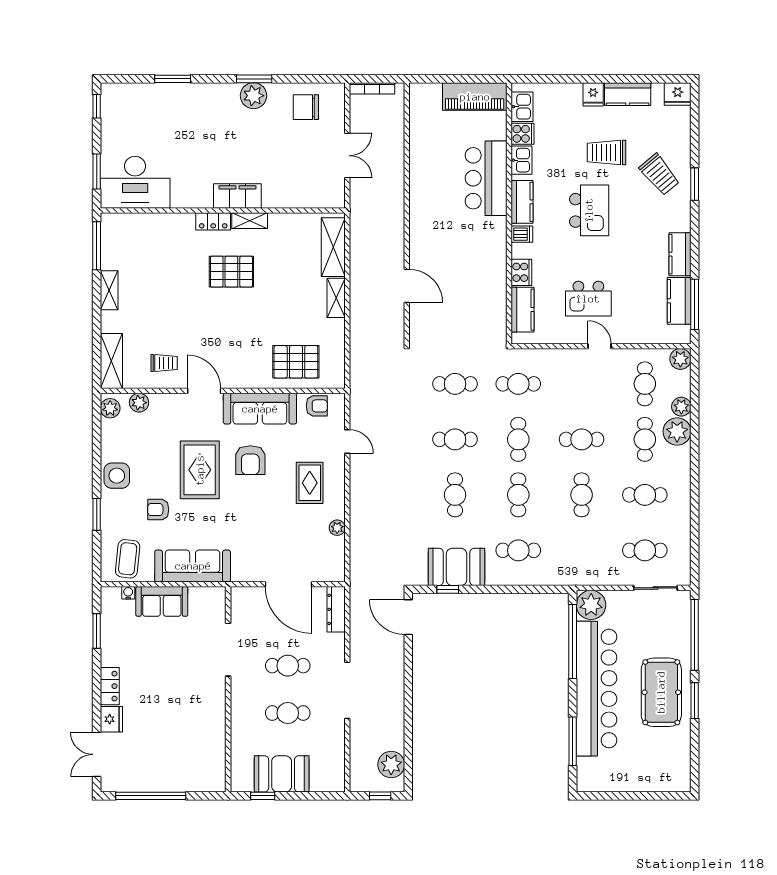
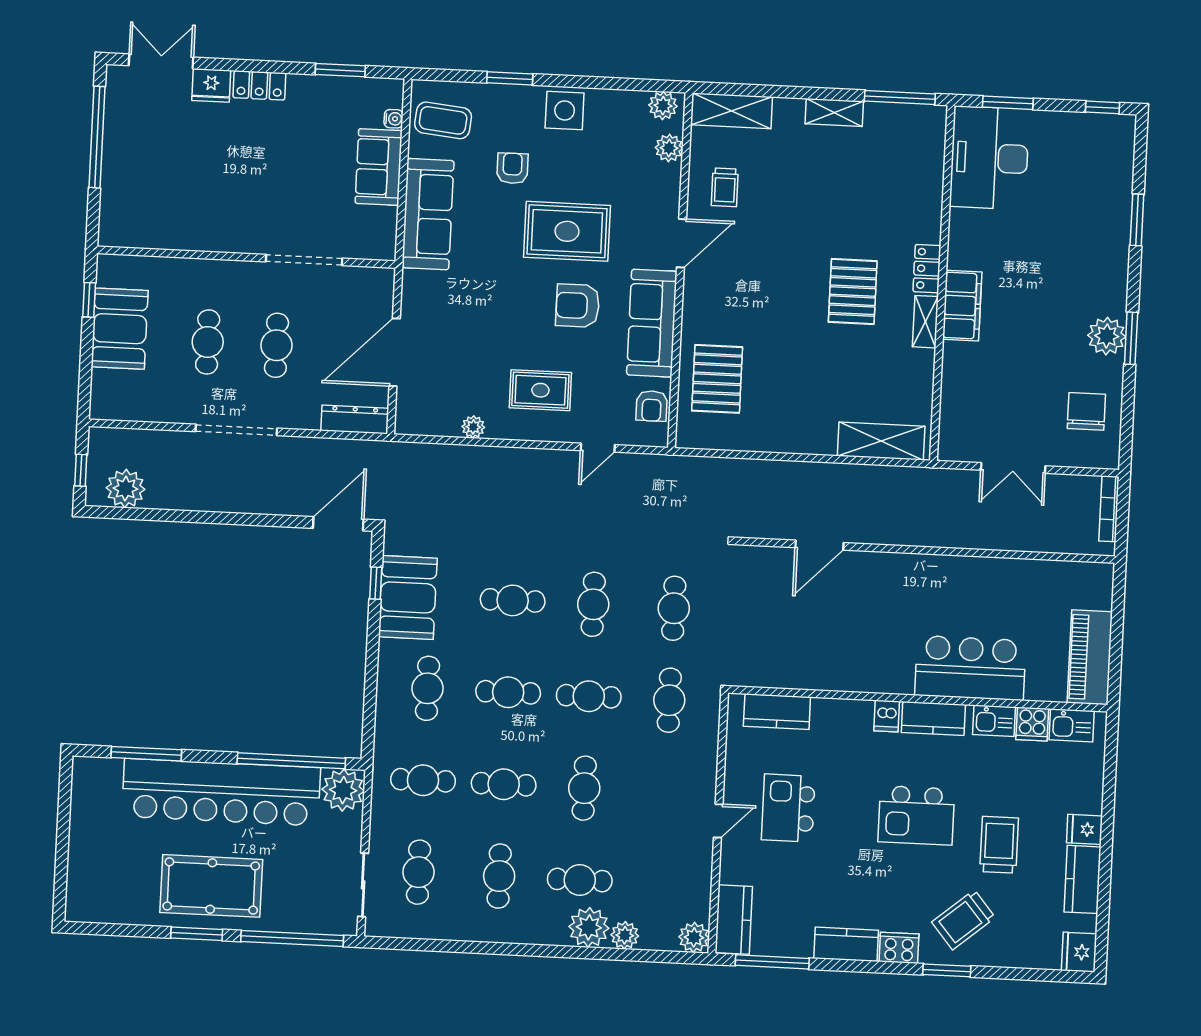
cooker: (521, 272) -> (899, 948), moved, turned 180
shelving: (336, 298) -> (807, 442), removed
kitchen counter: (679, 301) -> (734, 920), moved, turned 90
cafe table: (645, 384) -> (423, 780), moved

